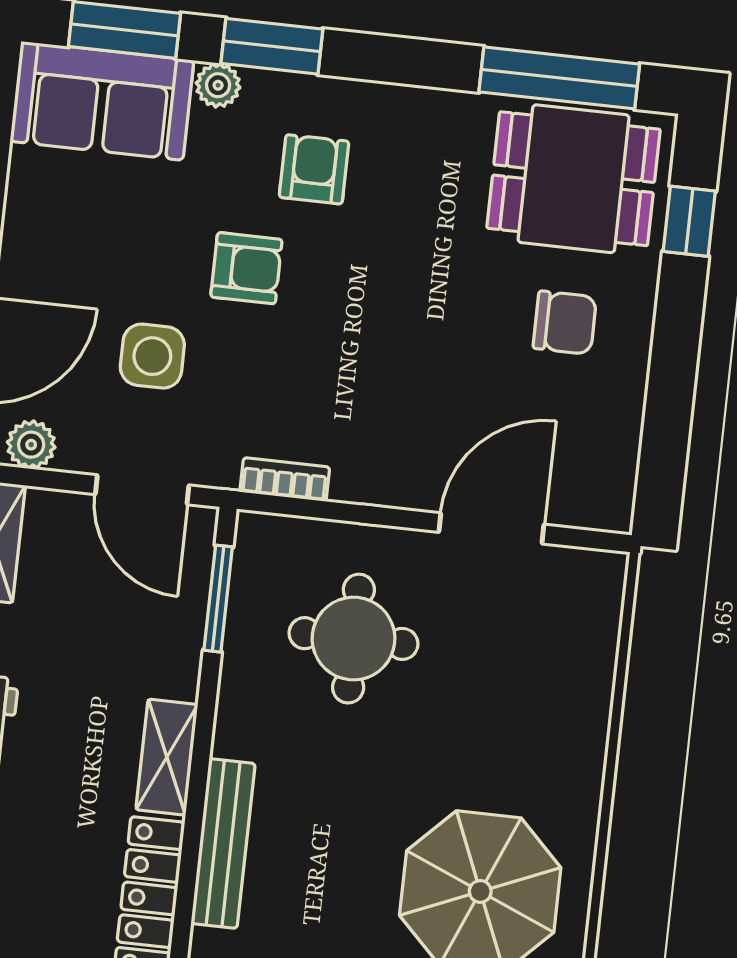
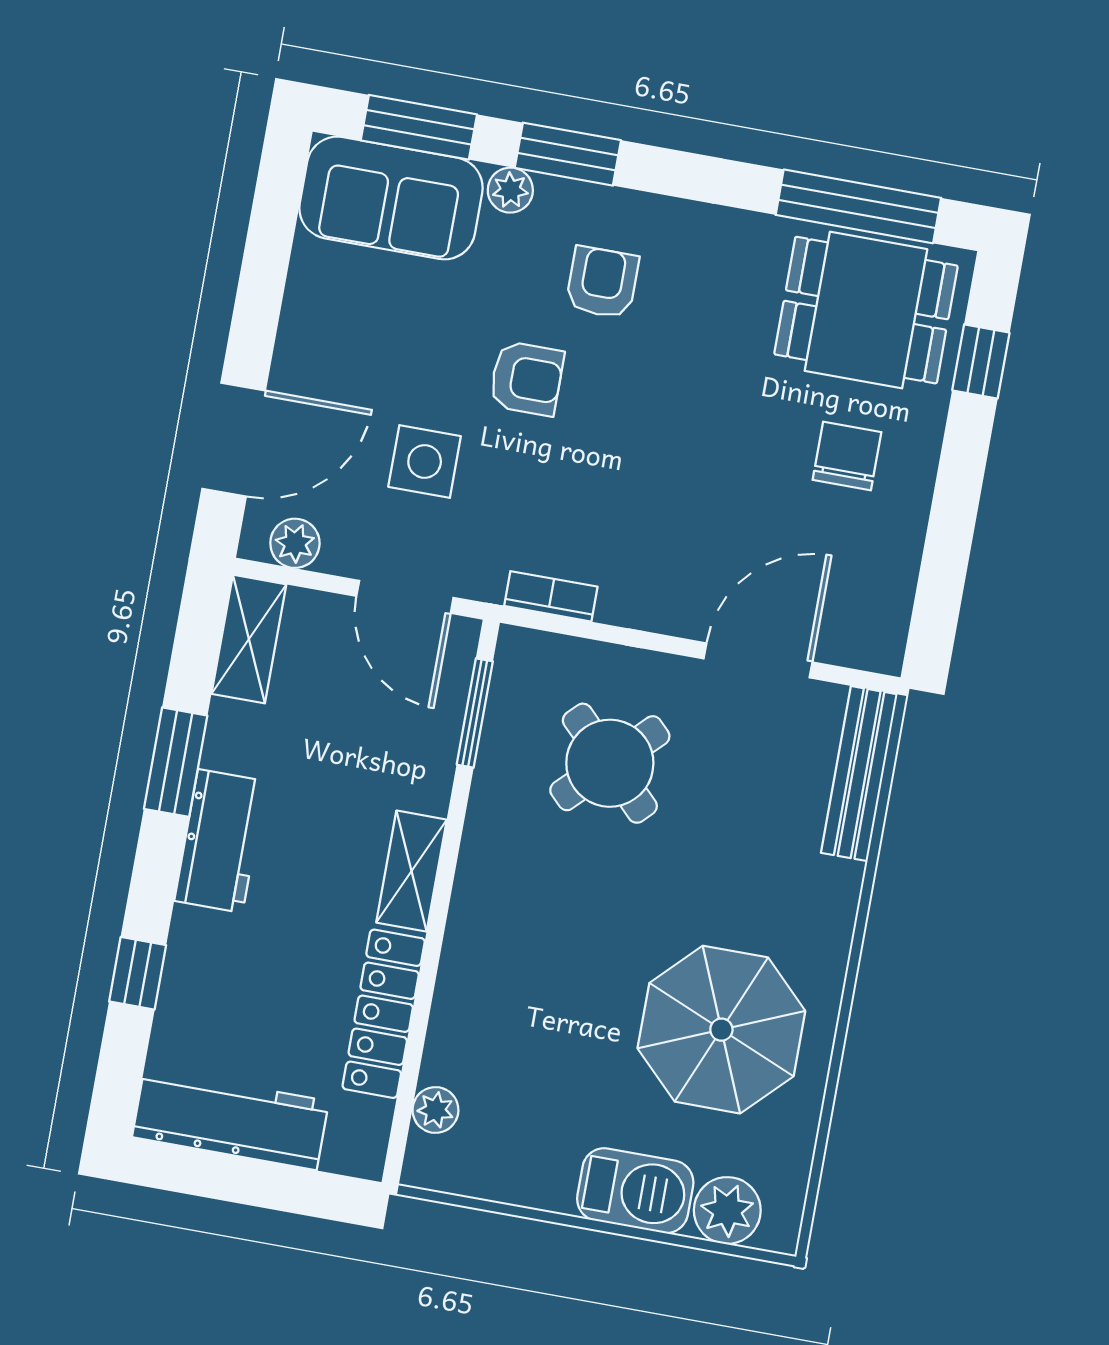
chair: (565, 323) -> (847, 456), turned -90
round table: (353, 639) -> (610, 763), turned 45
bench: (223, 843) -> (859, 774), moved

